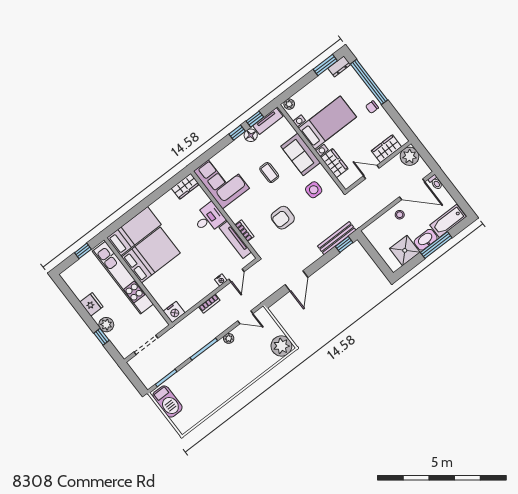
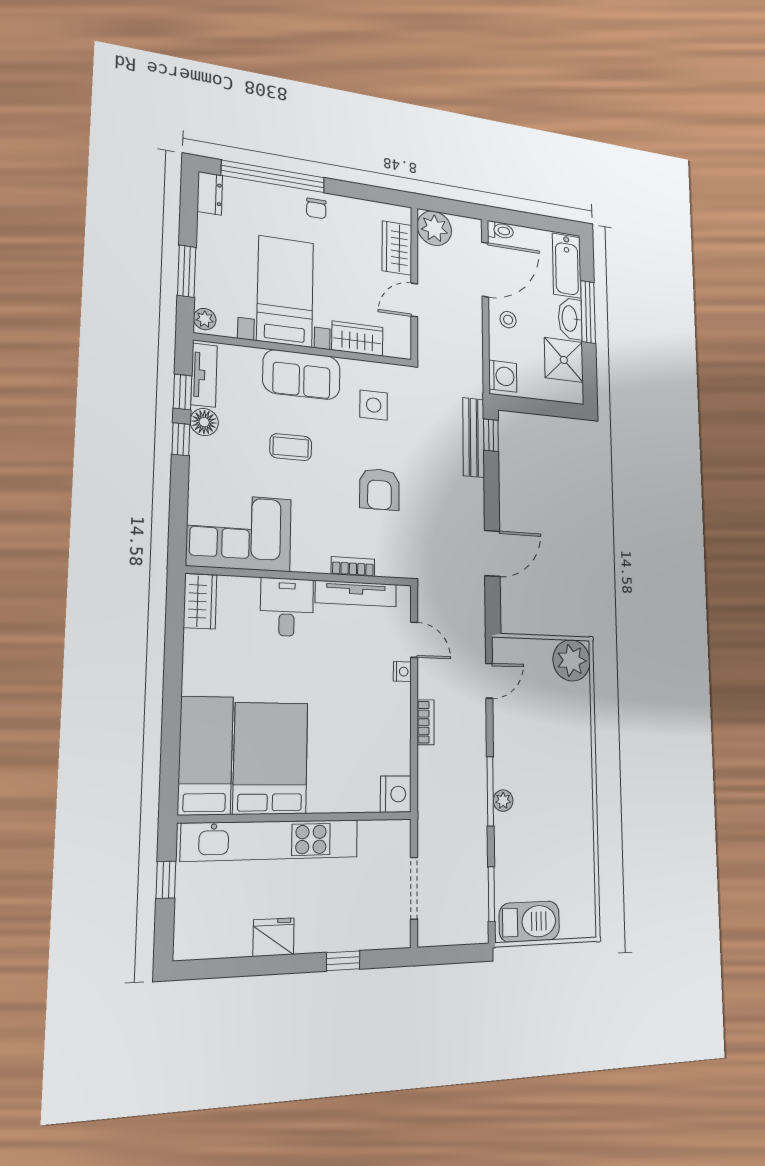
window: (325, 65) -> (187, 271), moved
washing machine: (373, 231) -> (503, 376), added
door: (296, 281) -> (492, 553), hinge flipped
plant: (106, 325) -> (329, 935), removed
plant: (229, 338) -> (503, 801), moved

